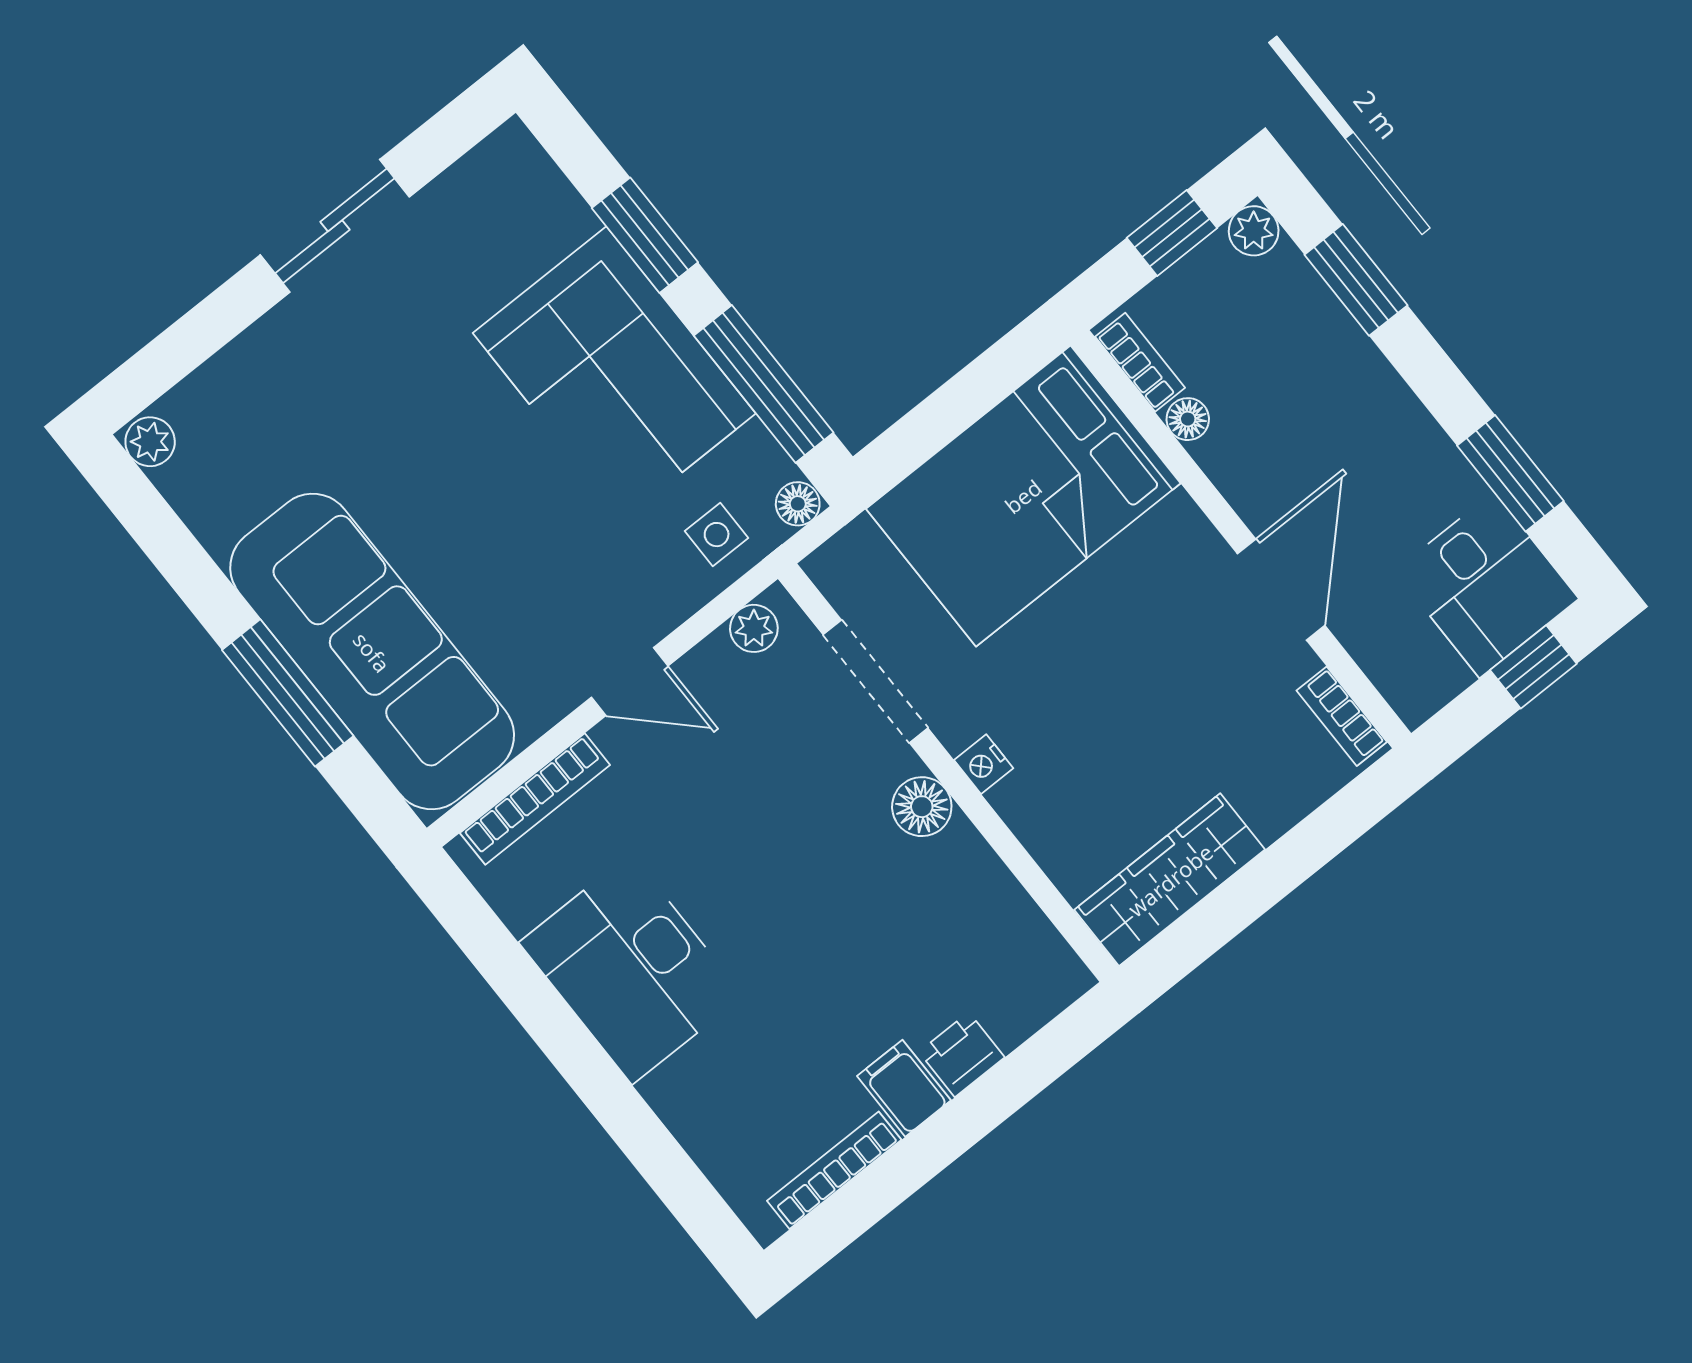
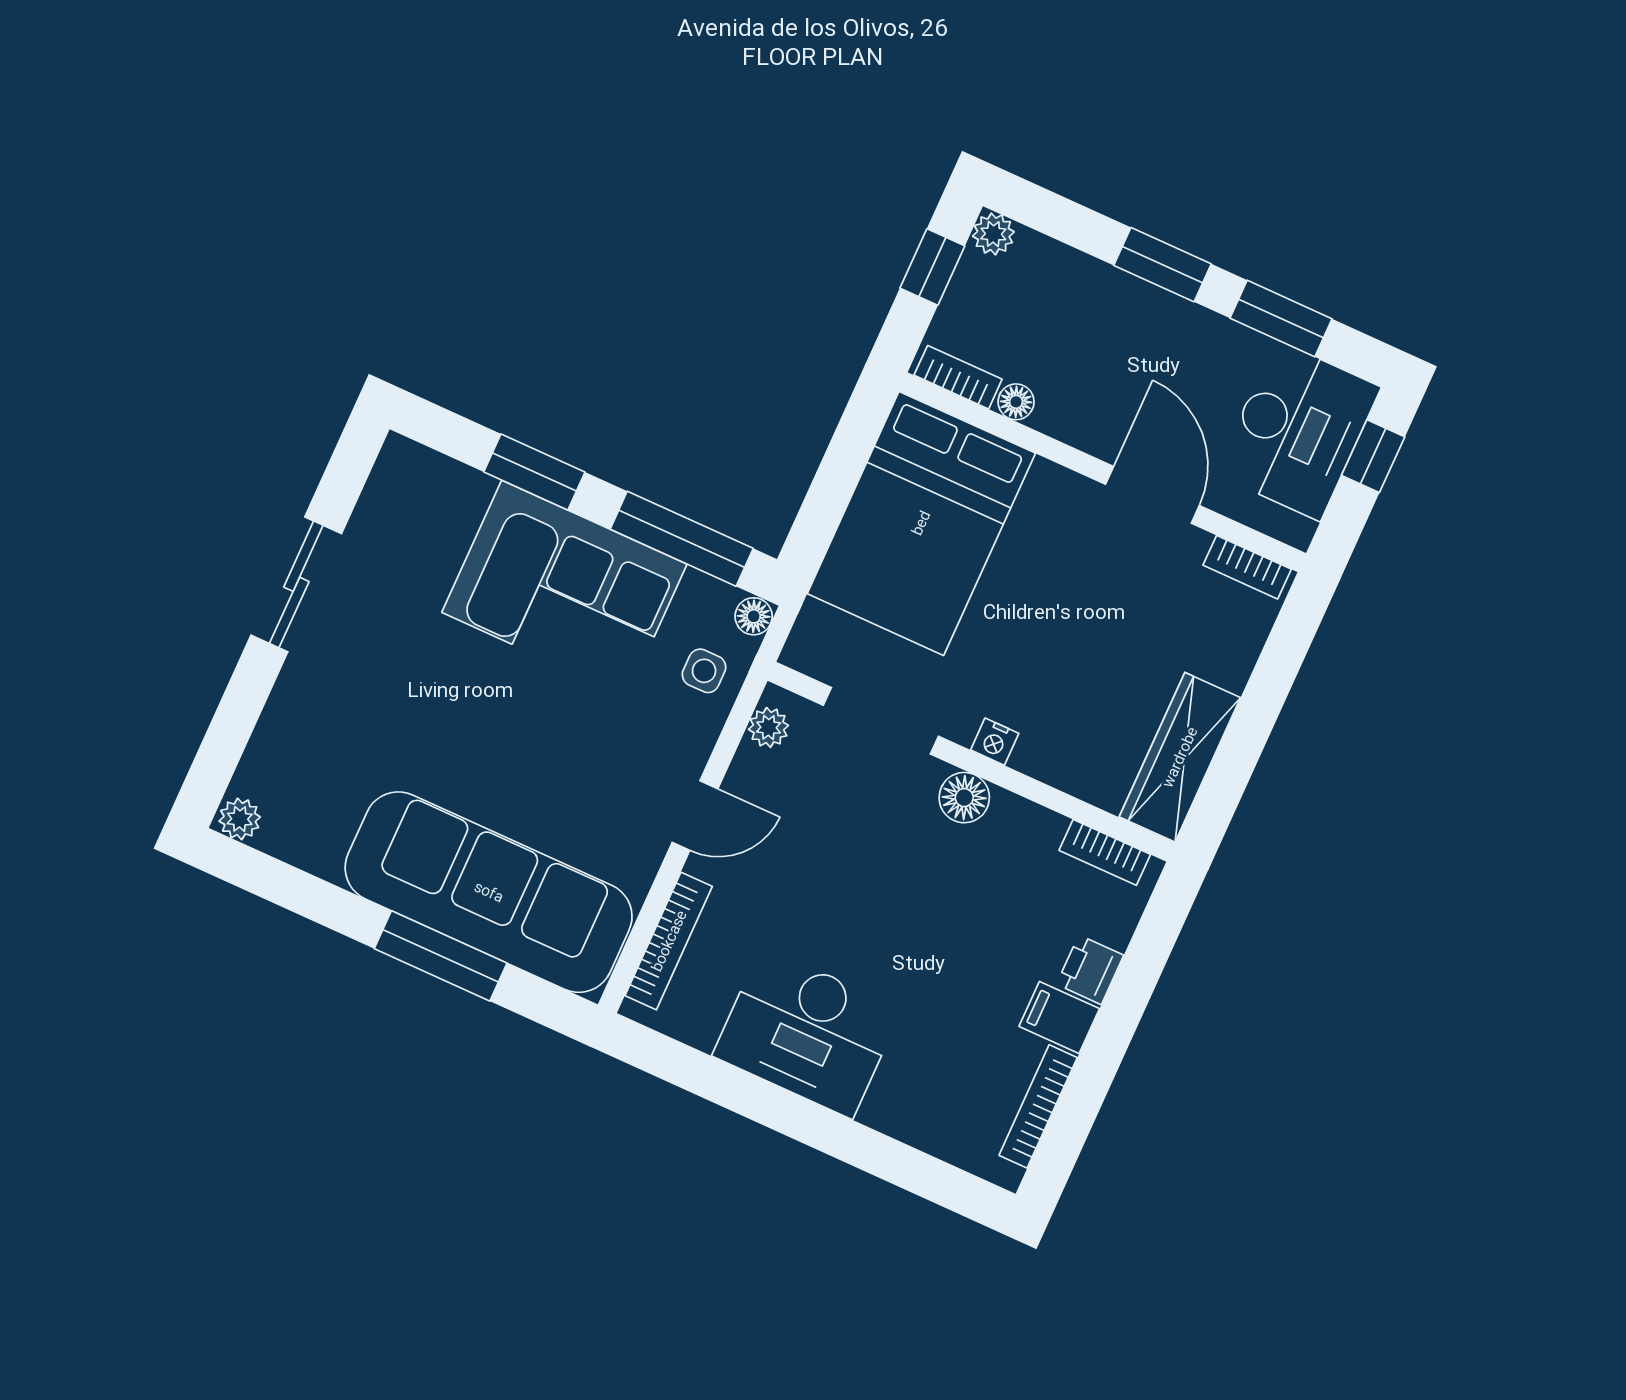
window: (1356, 280) -> (1162, 265), moved
desk: (1487, 585) -> (1298, 430), width x1.37
bookcase: (1040, 939) -> (1105, 852), added

